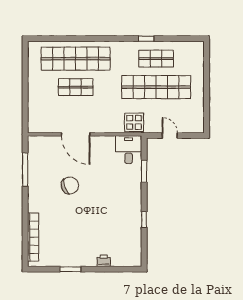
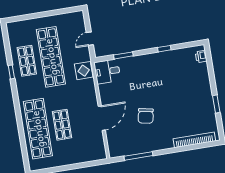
chair: (70, 185) -> (146, 116), turned -149
printer: (104, 261) -> (201, 56), moved

